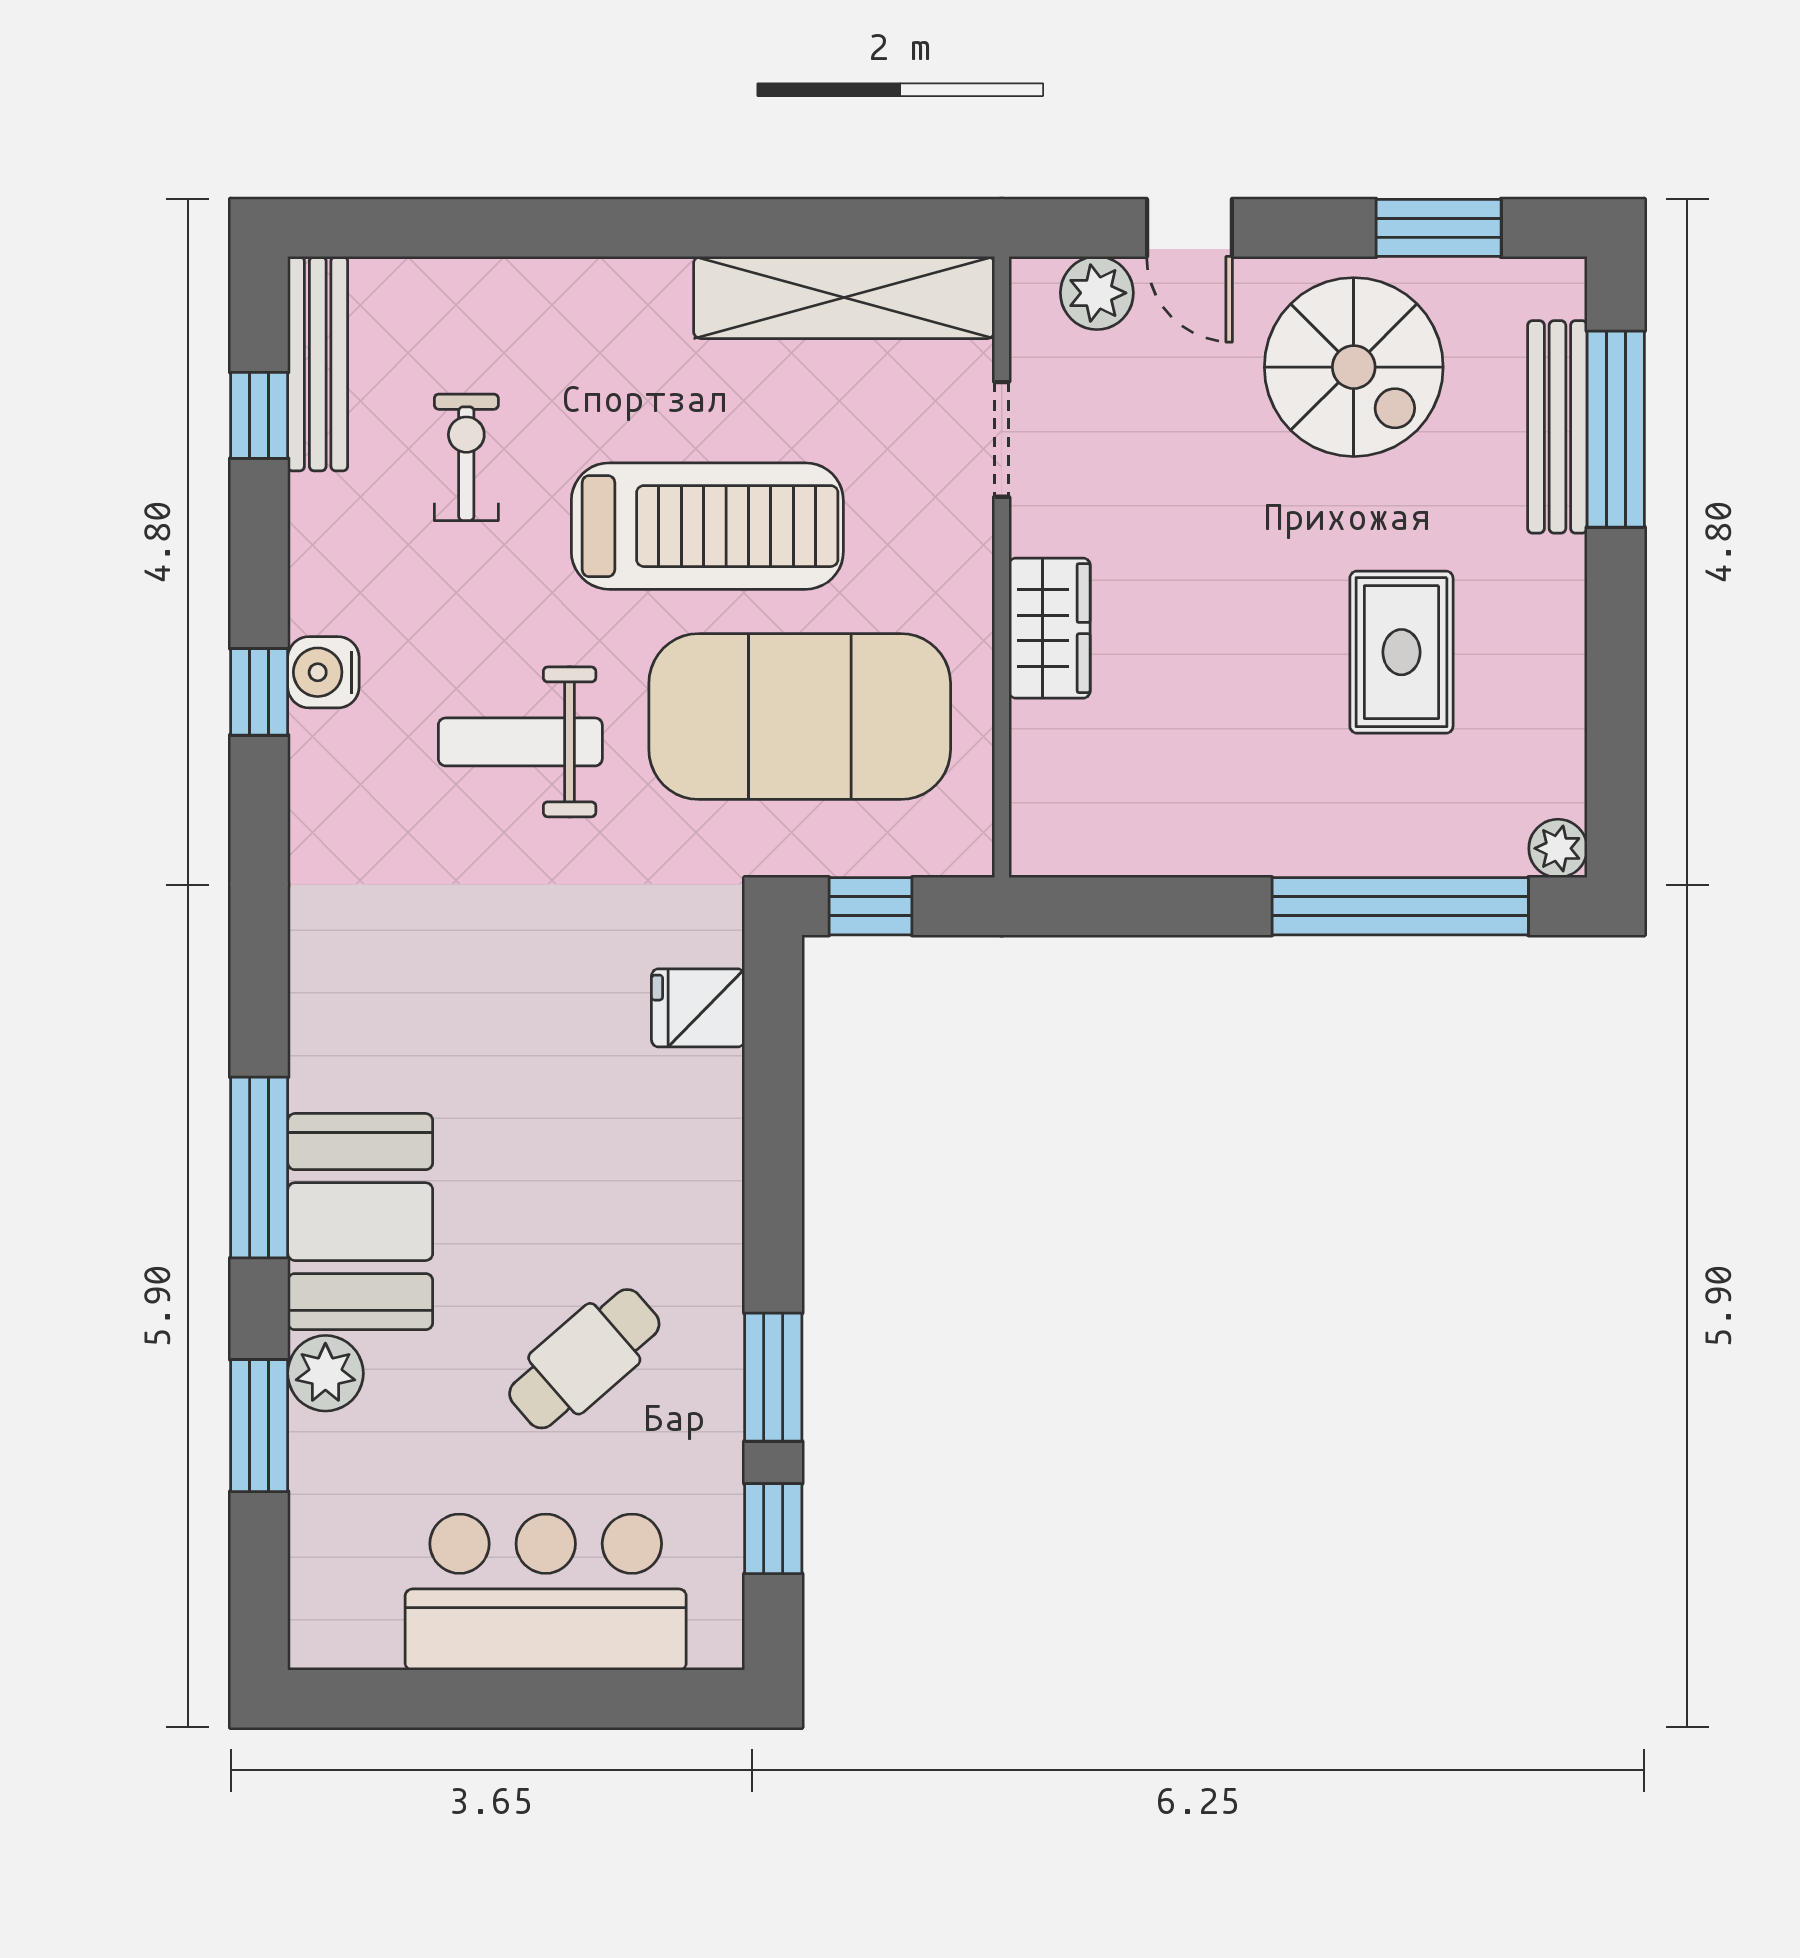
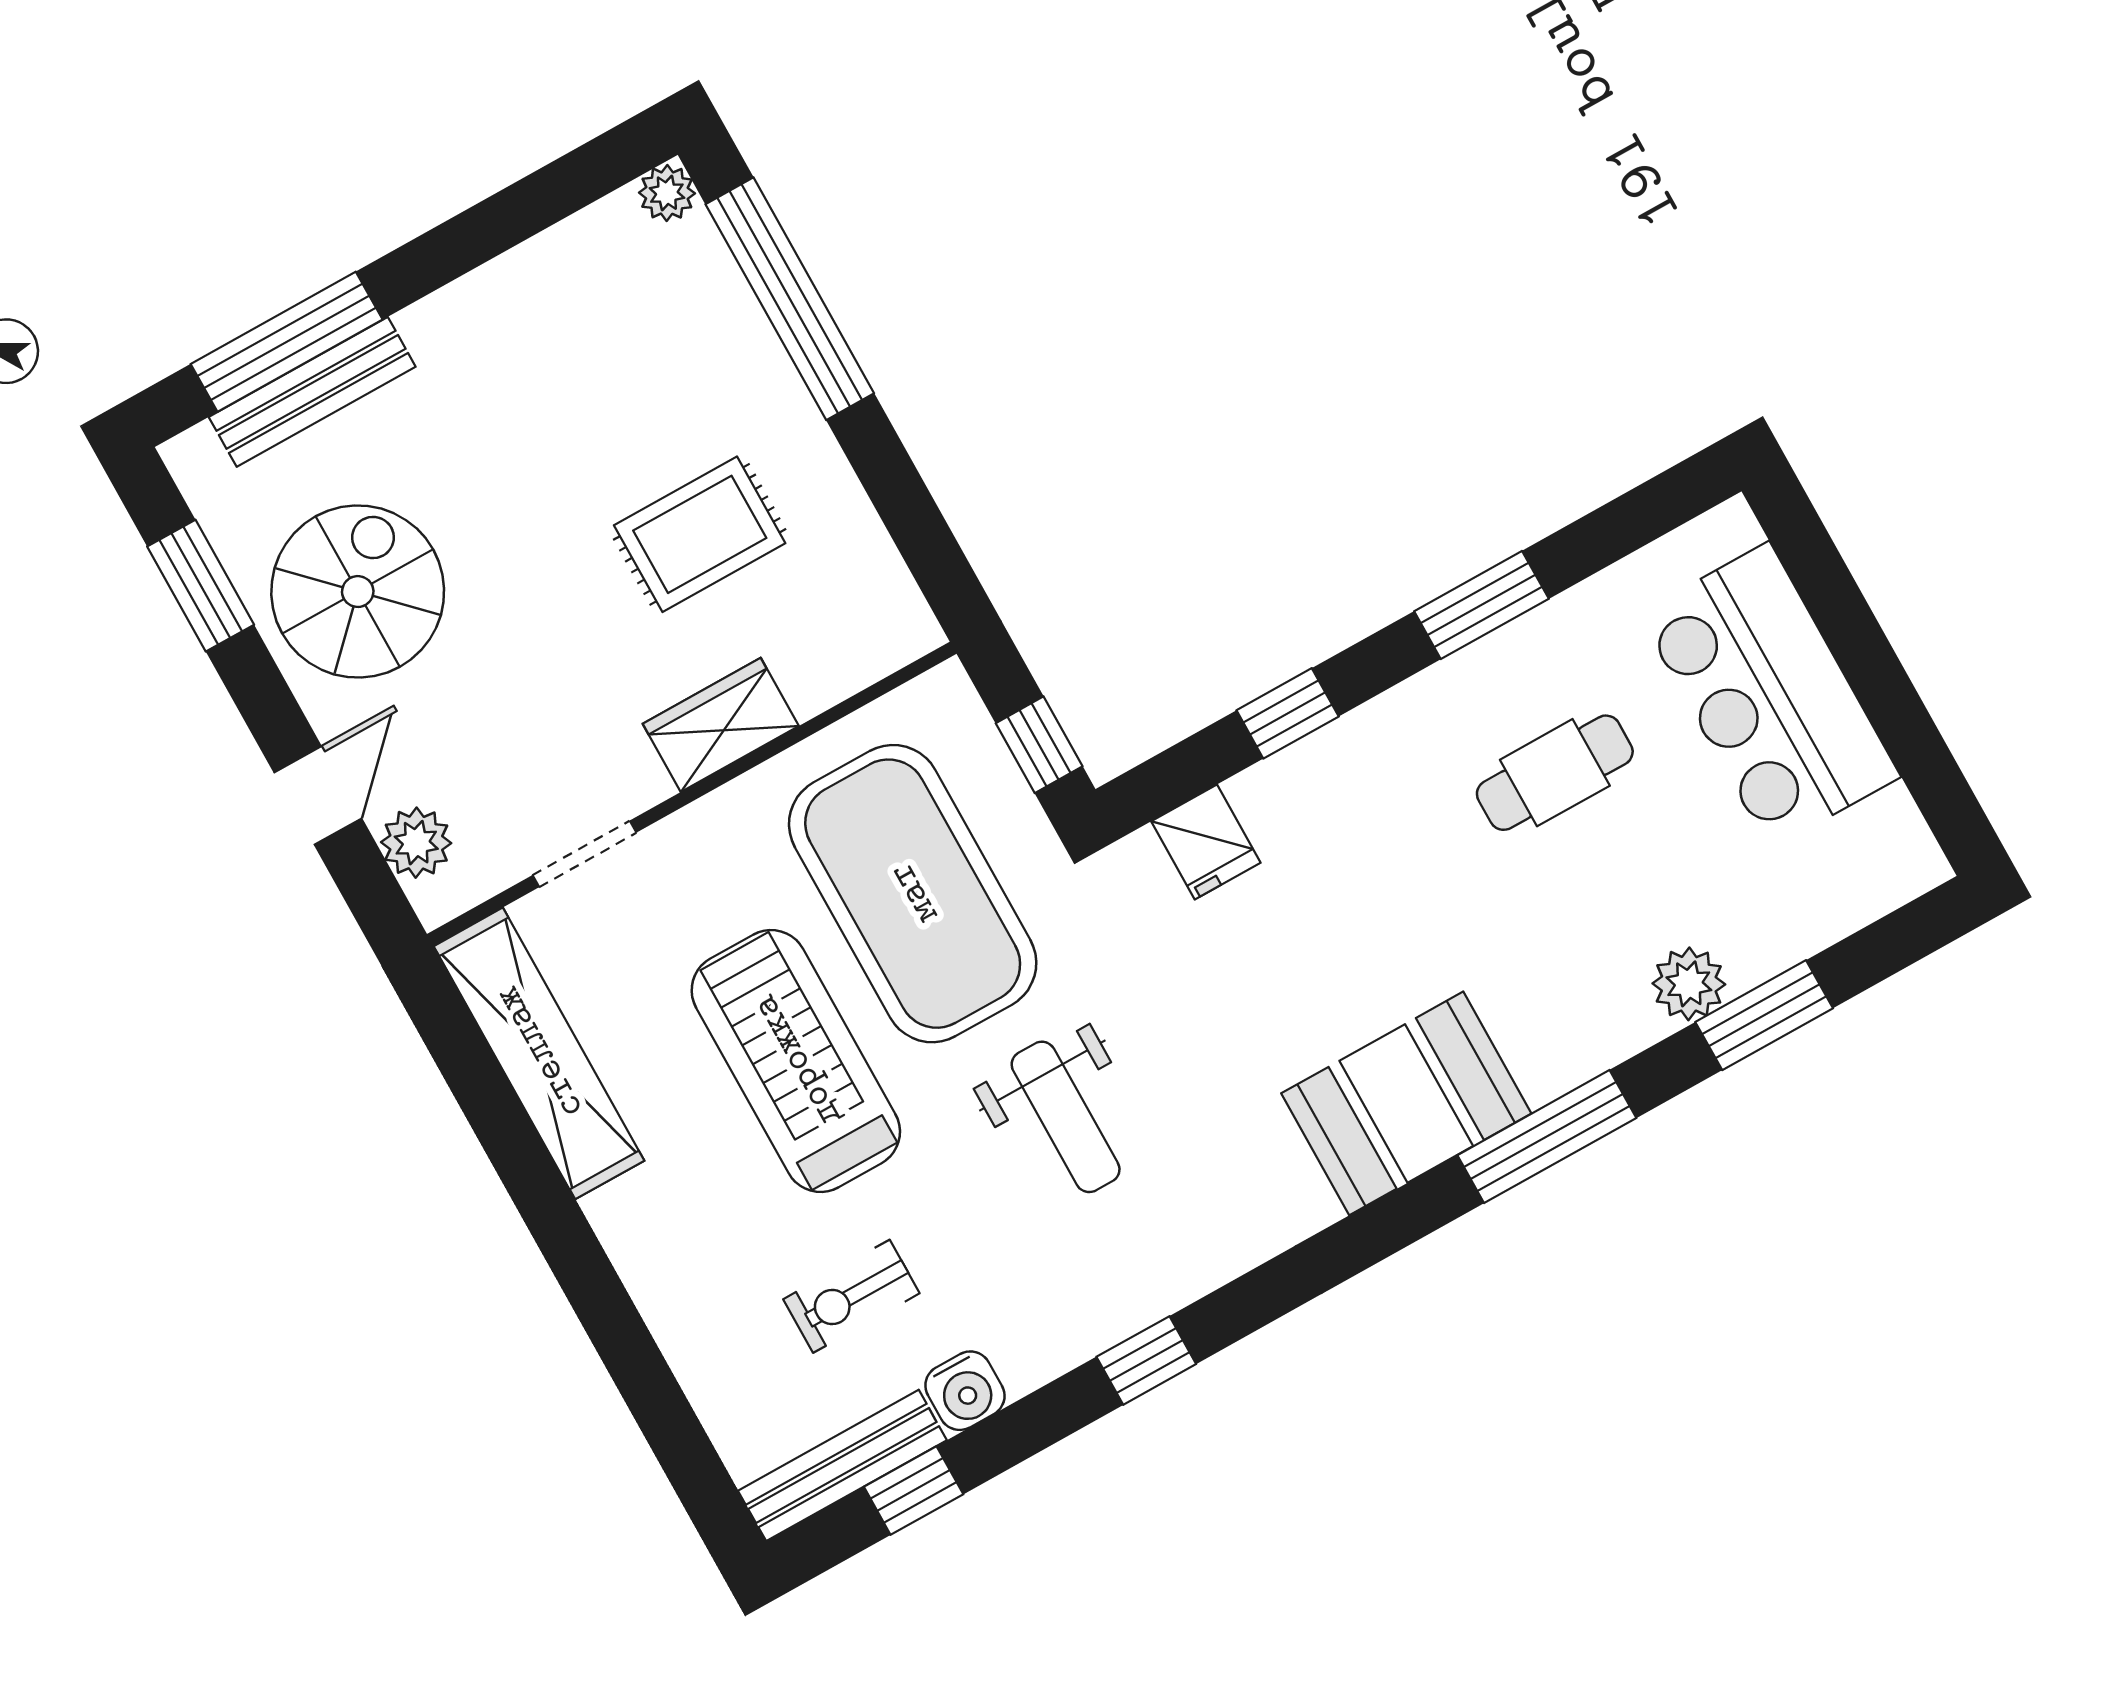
rug: (1401, 652) -> (700, 534), moved
water cooler: (323, 672) -> (965, 1391), moved
booth: (360, 1222) -> (1406, 1103), moved
cafe table: (584, 1359) -> (1555, 773), turned -49
window: (773, 1529) -> (1288, 713), moved

